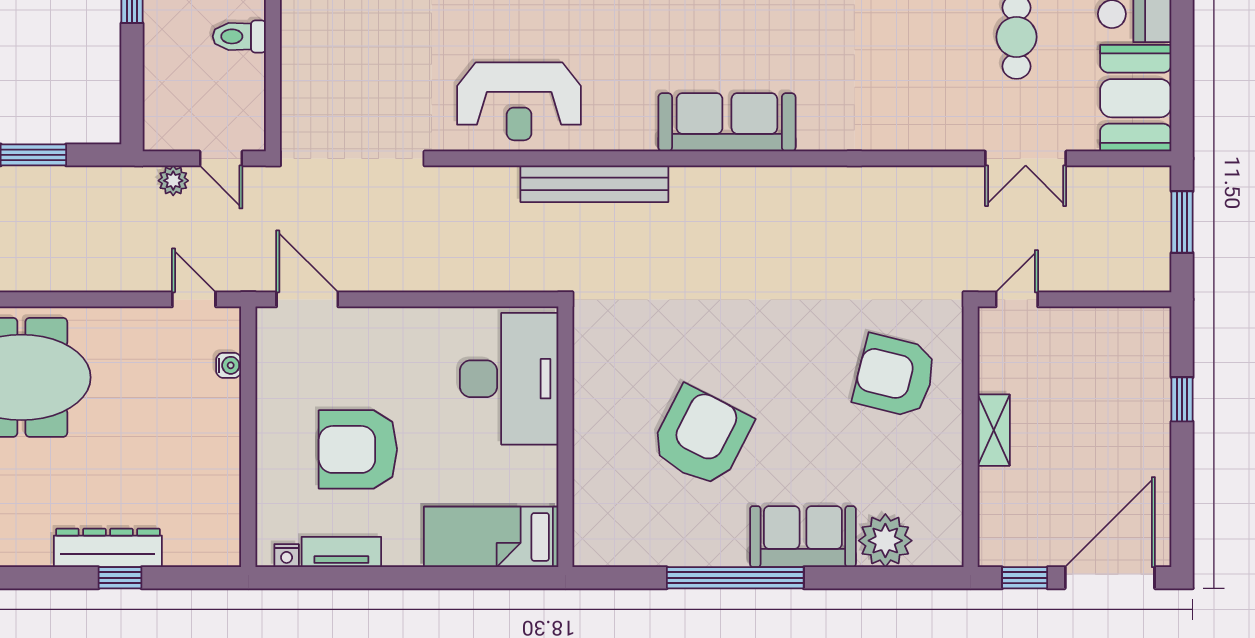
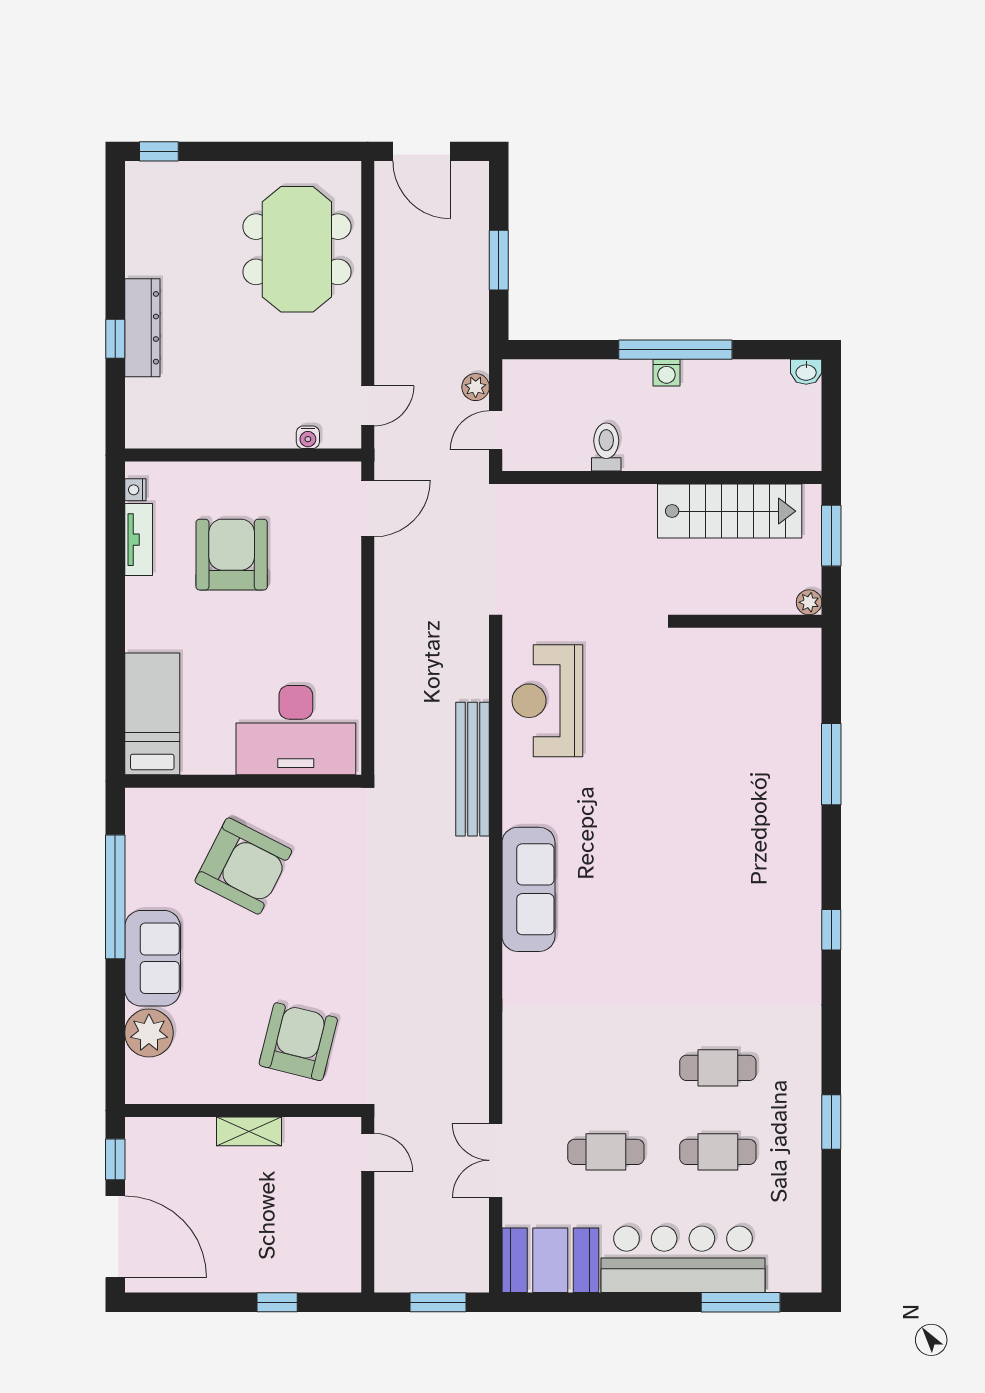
desk: (509, 379) -> (296, 730), moved
wall: (565, 437) -> (243, 781), moved
bed: (491, 537) -> (152, 714), moved

